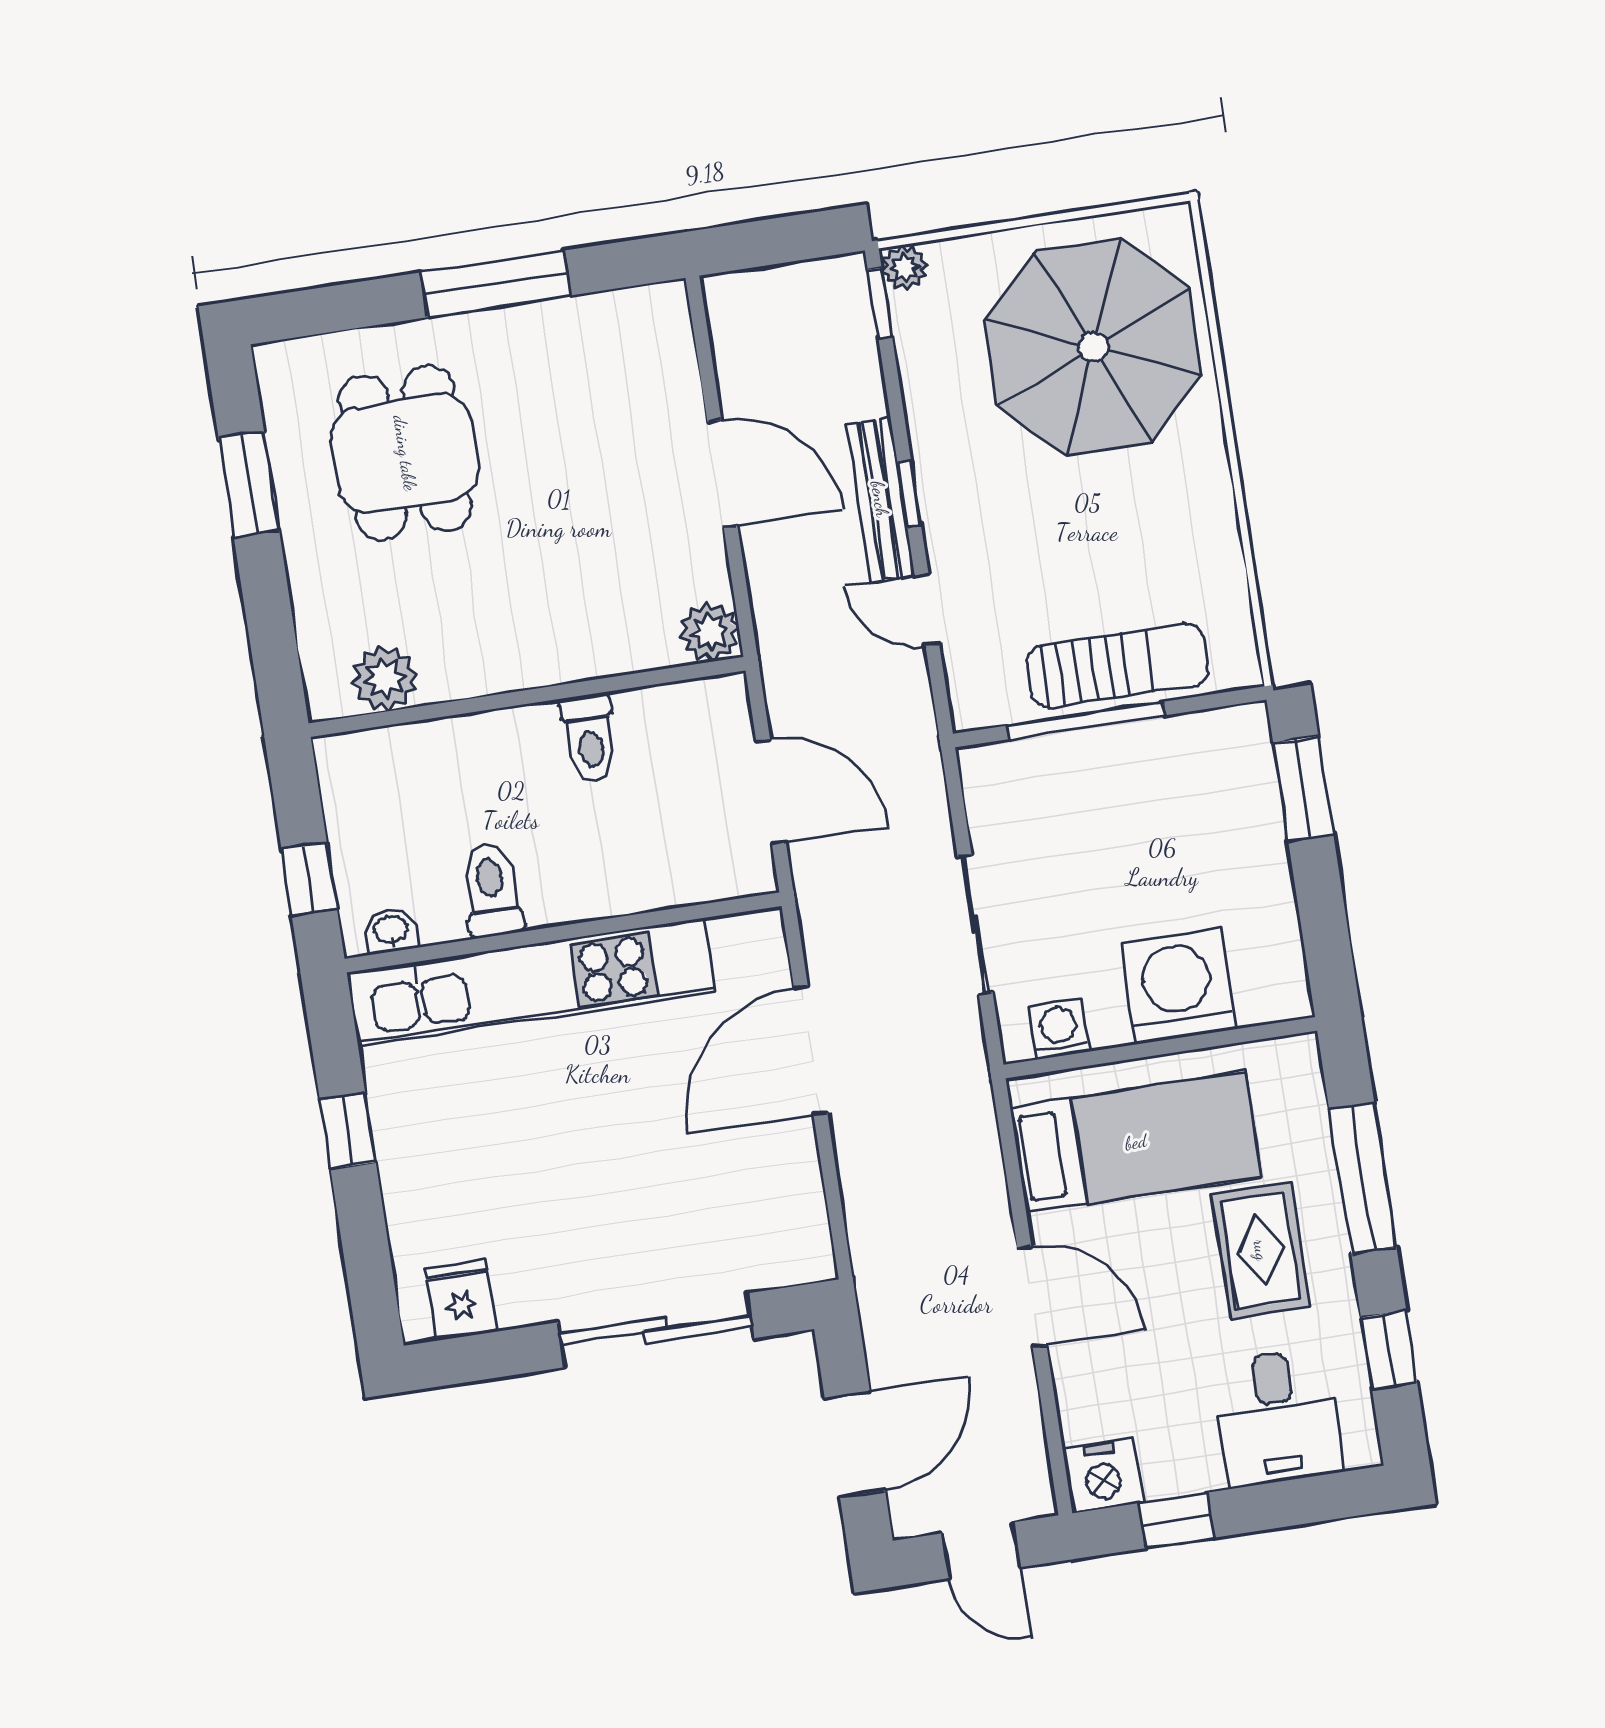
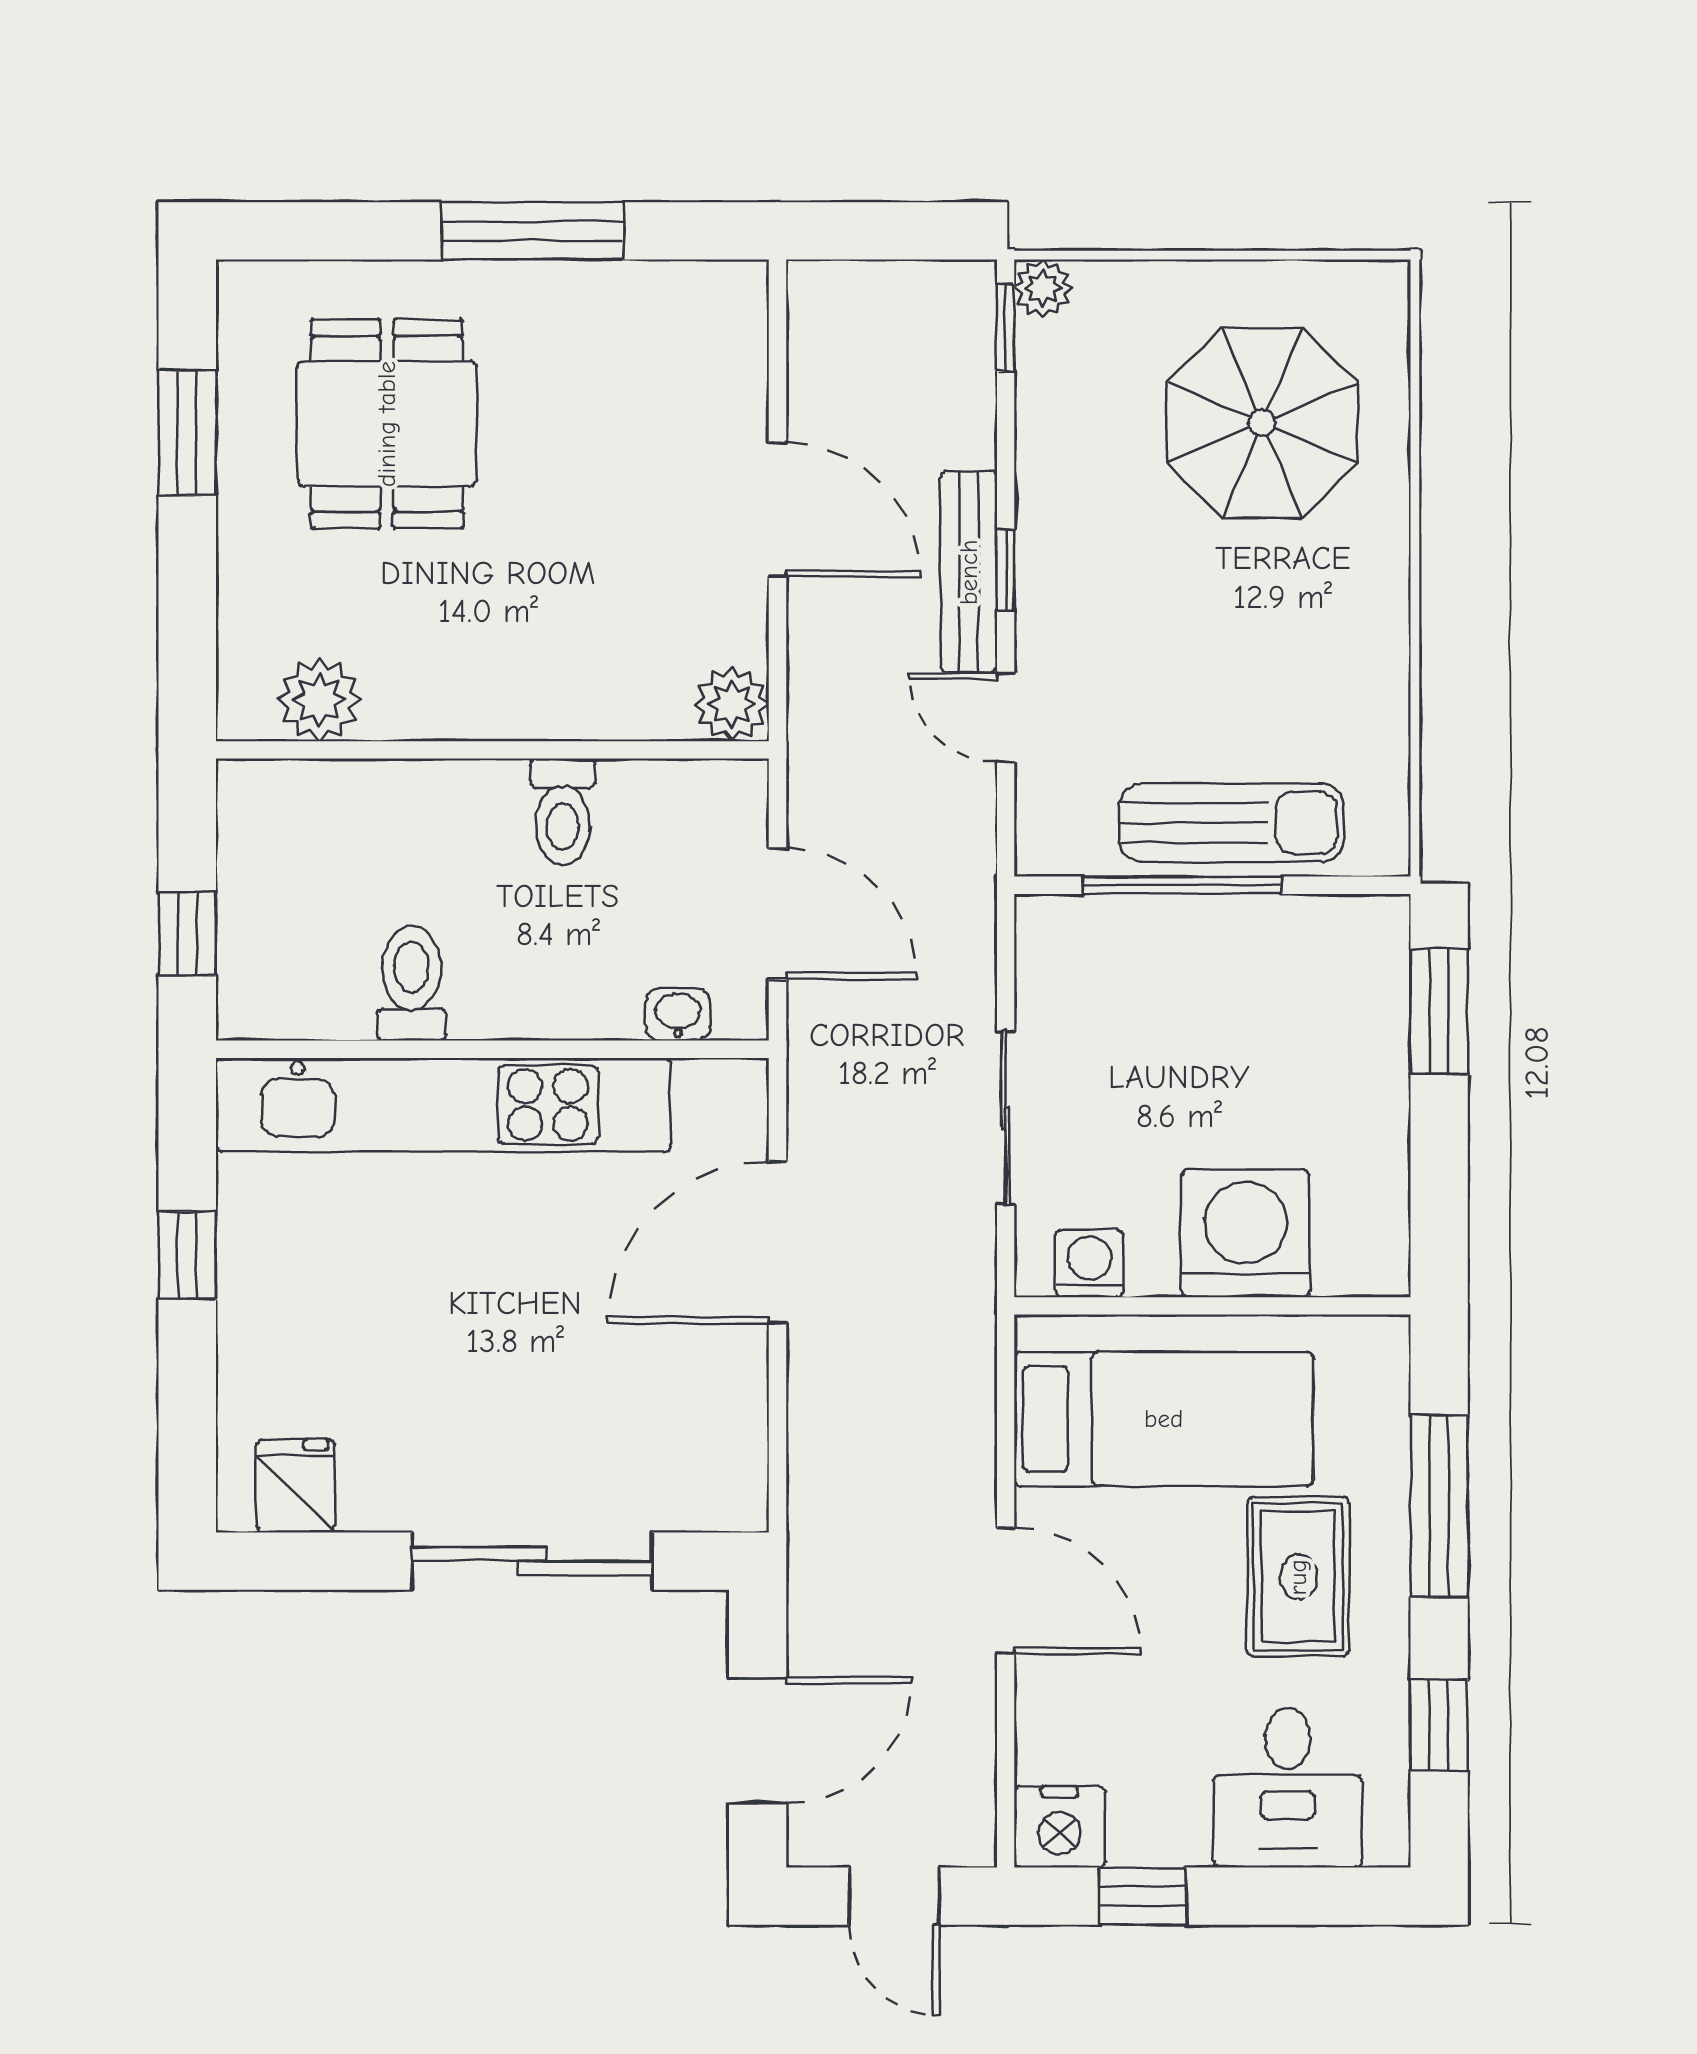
parasol: (1093, 347) -> (1262, 423), width x0.73, depth x0.73
washbasin: (391, 931) -> (678, 1014), moved

